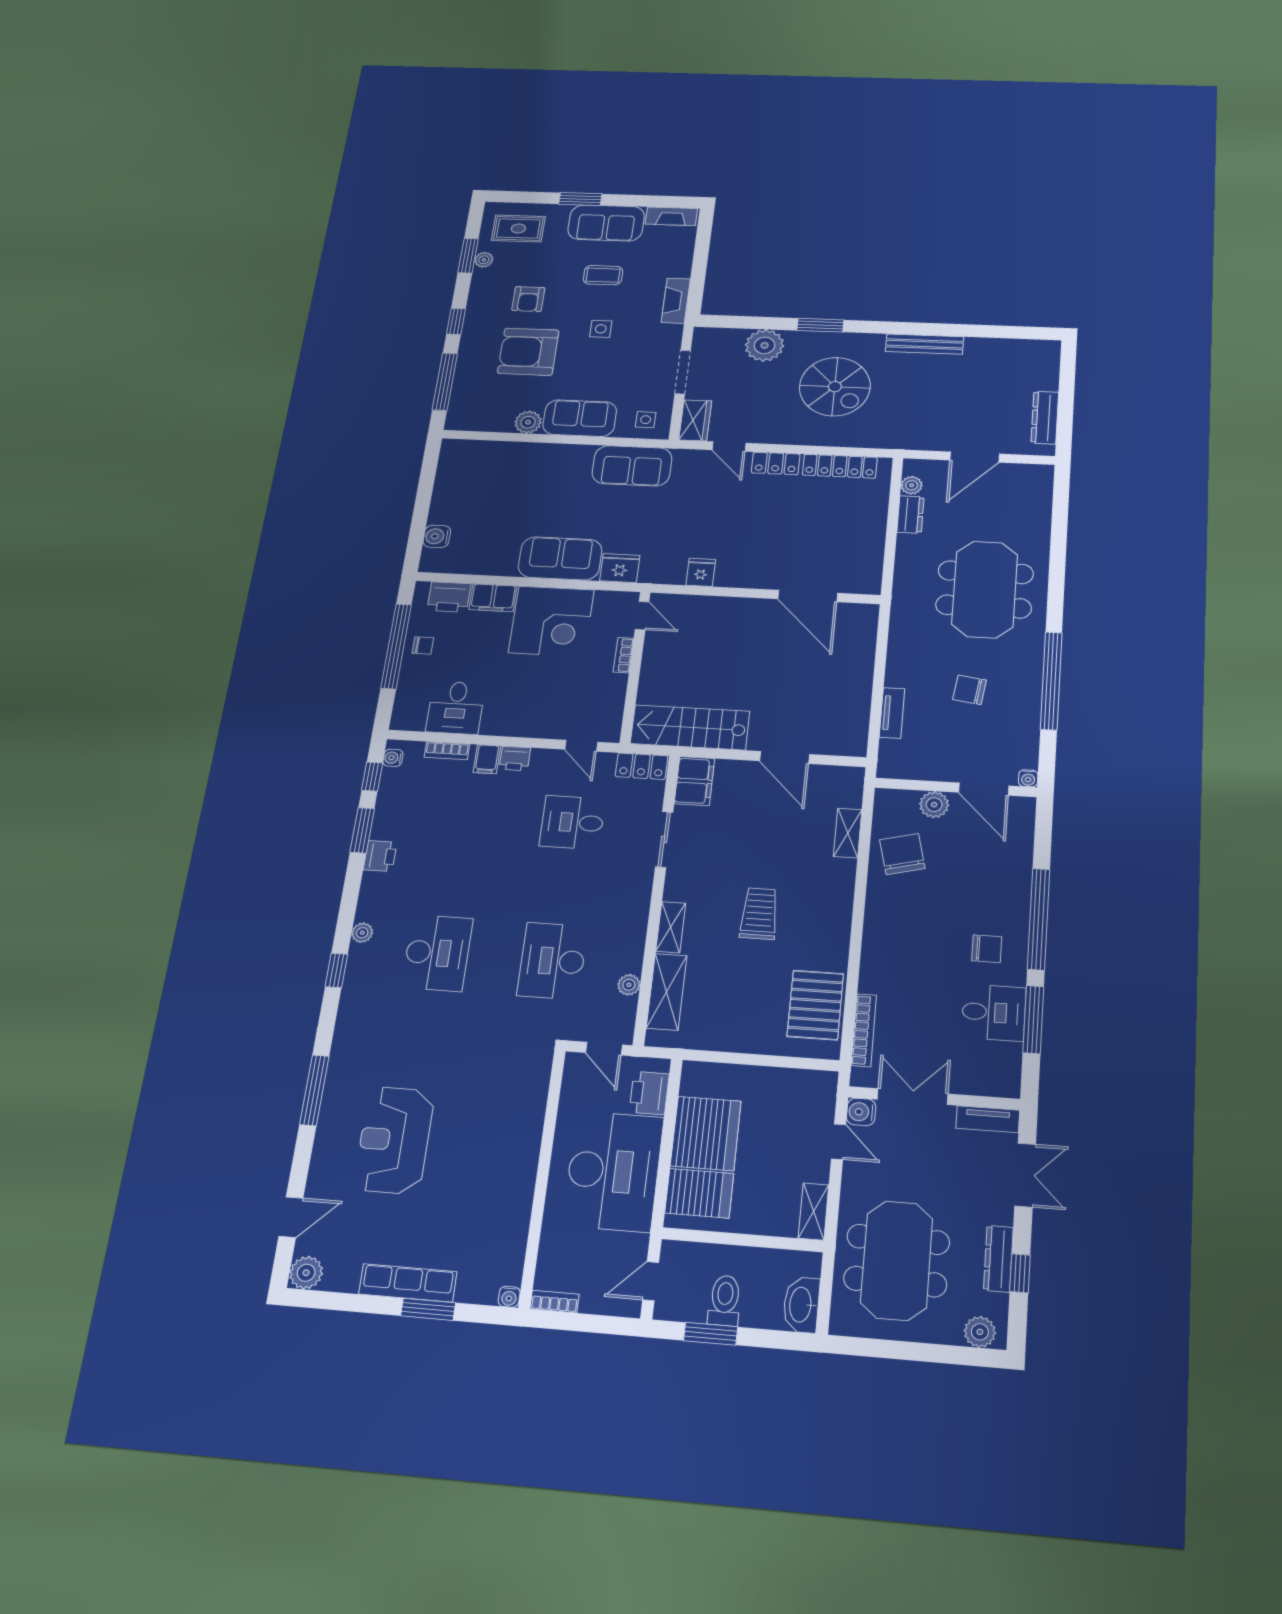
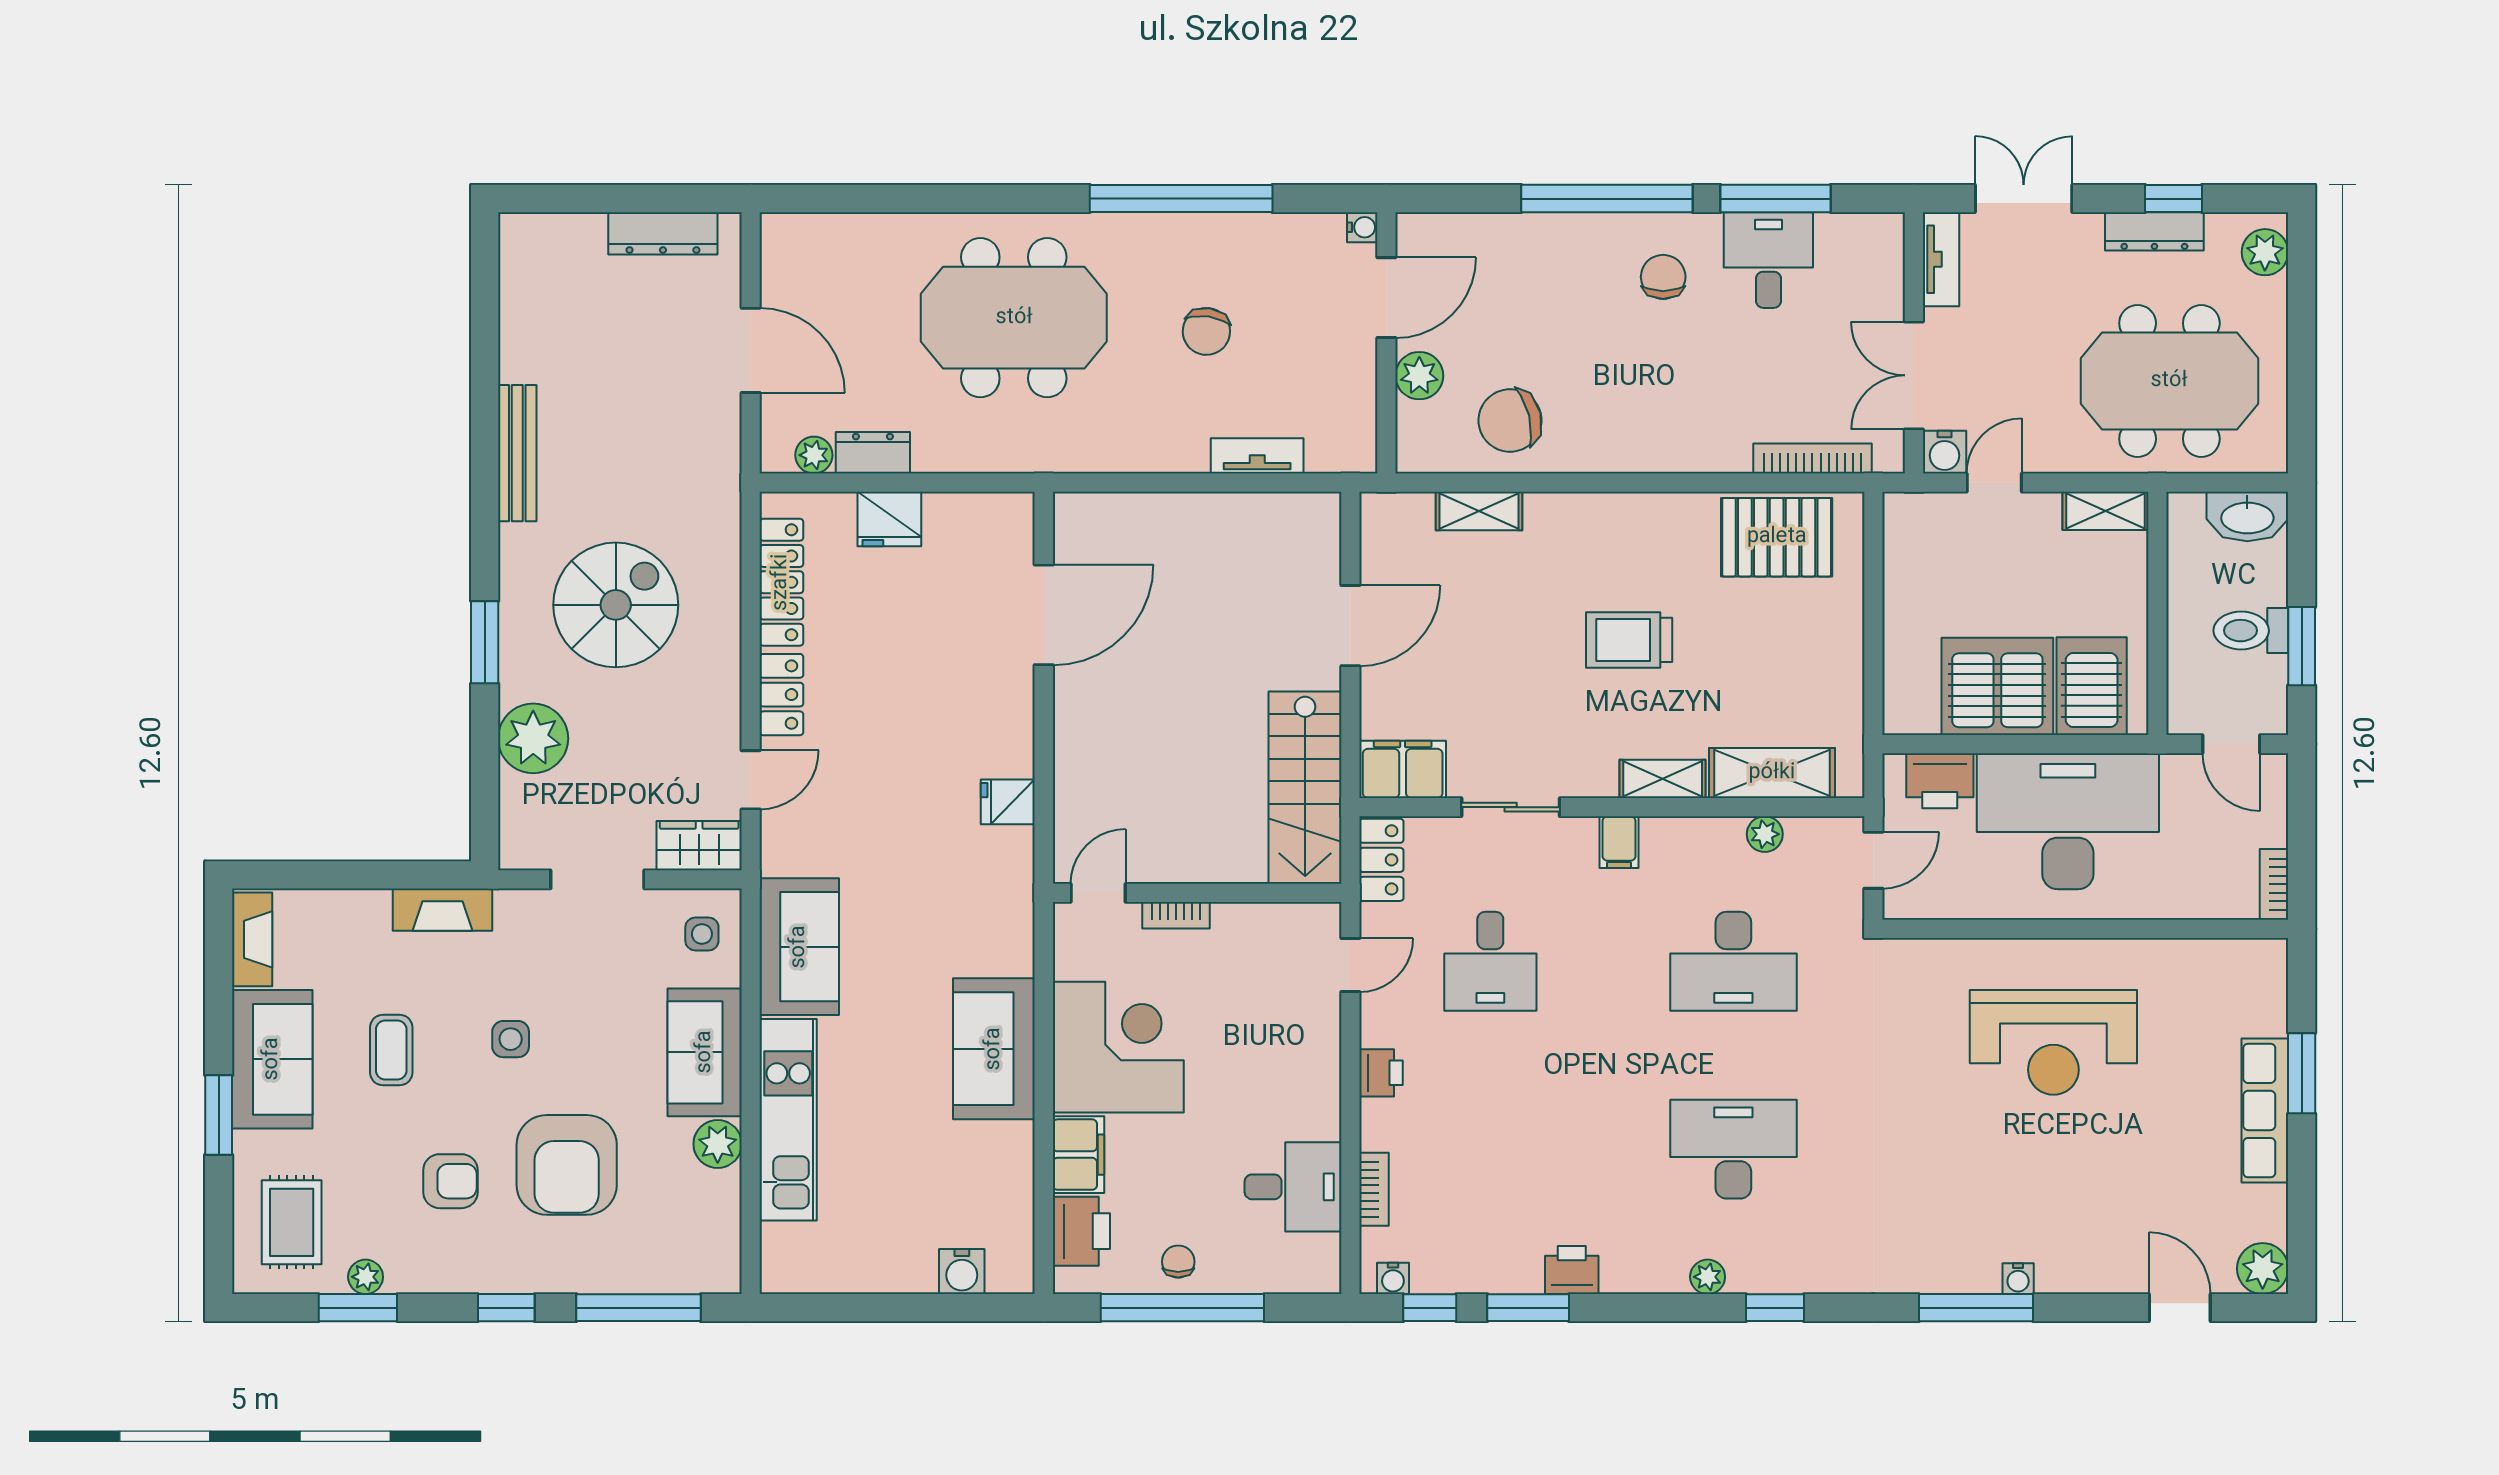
kitchen unit: (536, 456) -> (788, 1120), added
fridge: (620, 568) -> (889, 519), moved, turned -90
filing cabinet: (487, 759) -> (1619, 842), moved, turned 90
reception desk: (394, 1140) -> (2053, 1042), moved
water cooler: (509, 1297) -> (2018, 1279), moved, turned 90

